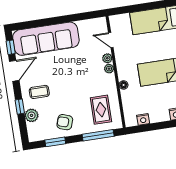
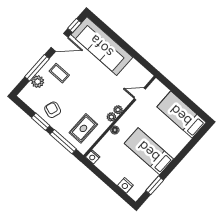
door: (111, 40) -> (140, 94), hinge flipped
plant: (107, 58) -> (111, 117), moved
window: (20, 107) -> (37, 68), width x2.17
nightstand: (143, 119) -> (93, 157), moved
window: (55, 142) -> (41, 122), moved

